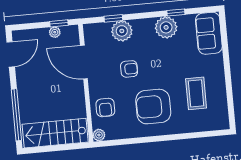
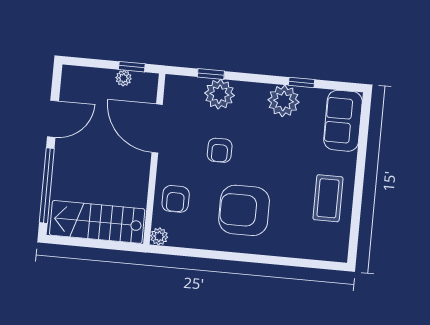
door: (11, 54) -> (53, 119), moved
armchair: (129, 69) -> (220, 150), turned 90
coffee table: (196, 93) -> (328, 198), moved

